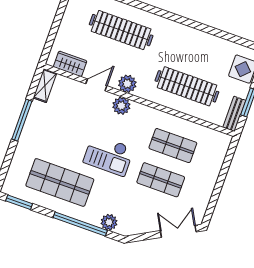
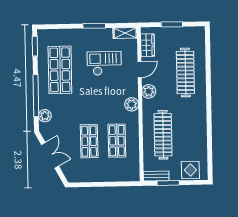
window: (56, 24) -> (172, 24), added
door: (96, 85) -> (140, 70), hinge flipped
plant: (121, 106) -> (132, 104), moved
window: (22, 120) -> (94, 26), width x0.69
checkout: (109, 155) -> (104, 63), moved, turned 90
double door: (178, 231) -> (50, 155), moved

